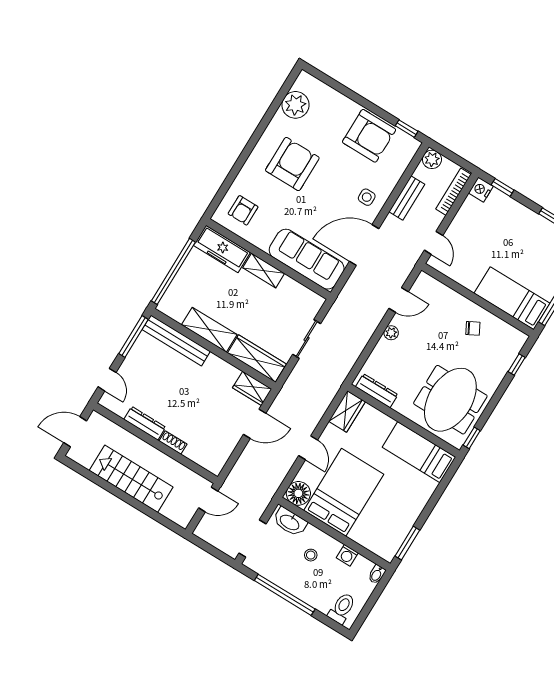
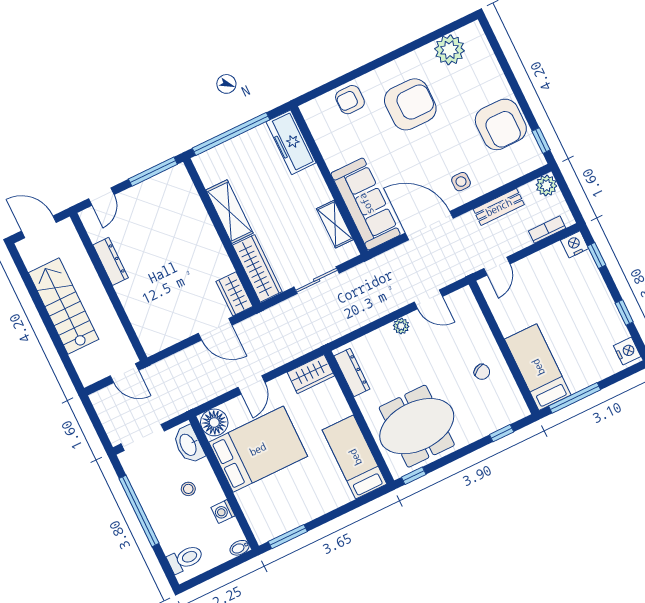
bookcase: (453, 192) -> (547, 230), width x0.64
armchair: (243, 210) -> (350, 100), moved
shelving: (264, 271) -> (335, 224), moved
bench: (176, 340) -> (191, 202), removed
shoe rack: (173, 442) -> (126, 297), removed

